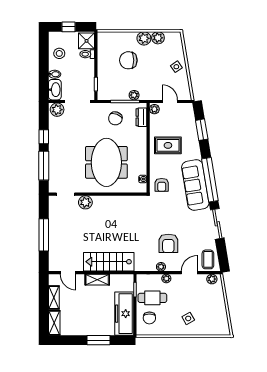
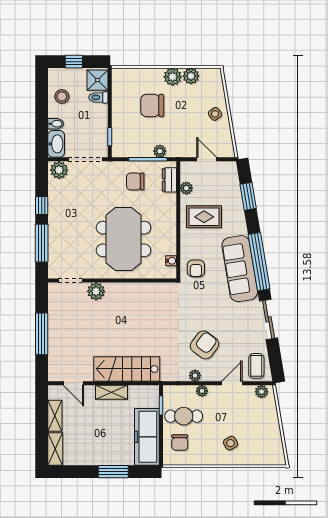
plant: (154, 109) -> (186, 188), moved
chair: (115, 118) -> (135, 181), turned 69
armchair: (168, 243) -> (205, 345), turned -143

